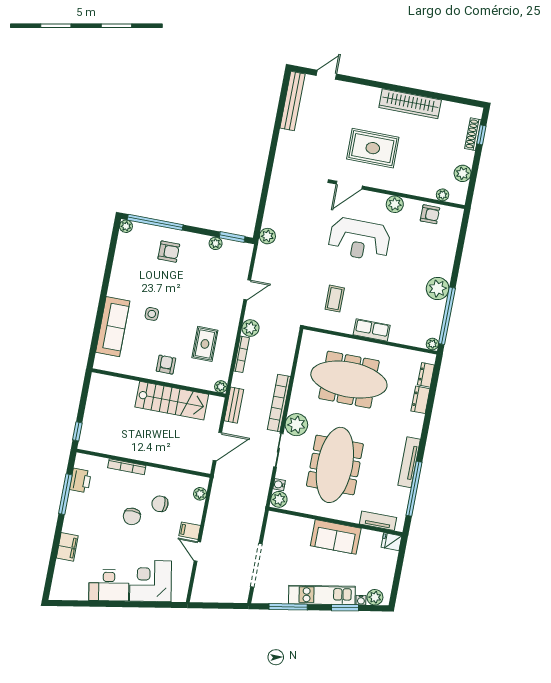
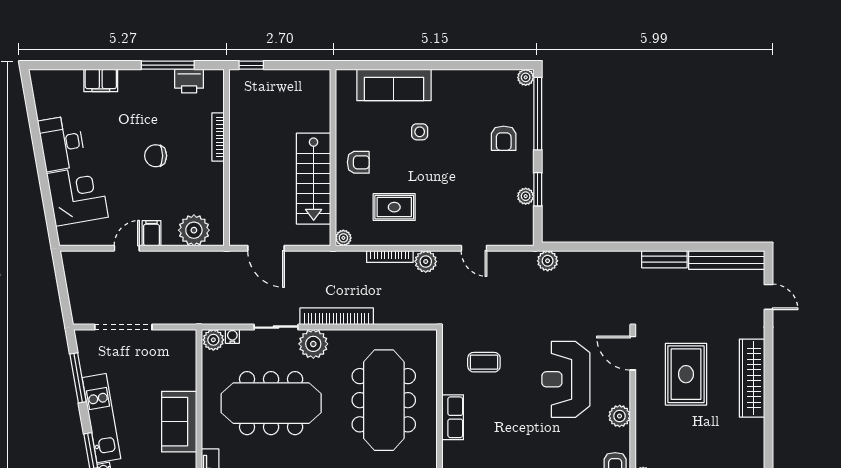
wardrobe: (410, 104) -> (752, 378), moved
window: (232, 237) -> (538, 189), moved
bench: (234, 405) -> (664, 259), moved
plant: (200, 494) -> (194, 230), width x1.87, depth x1.87
chair: (160, 504) -> (179, 189), removed

